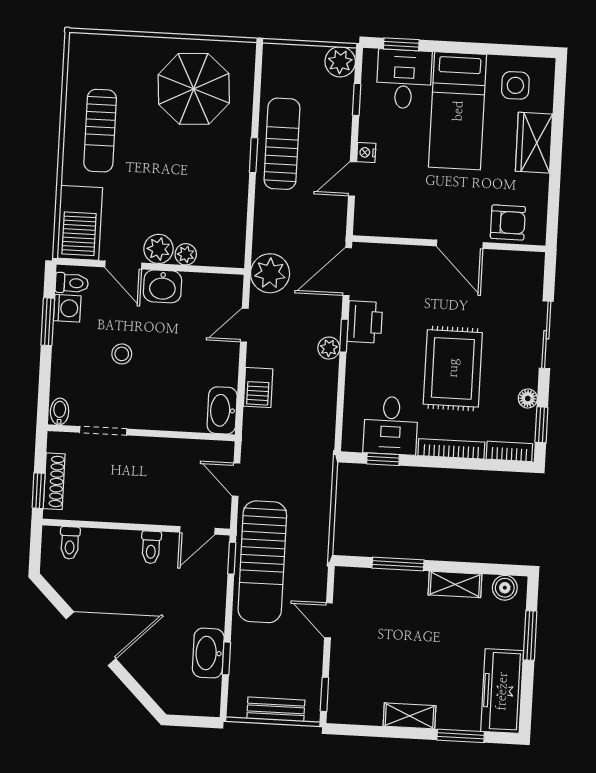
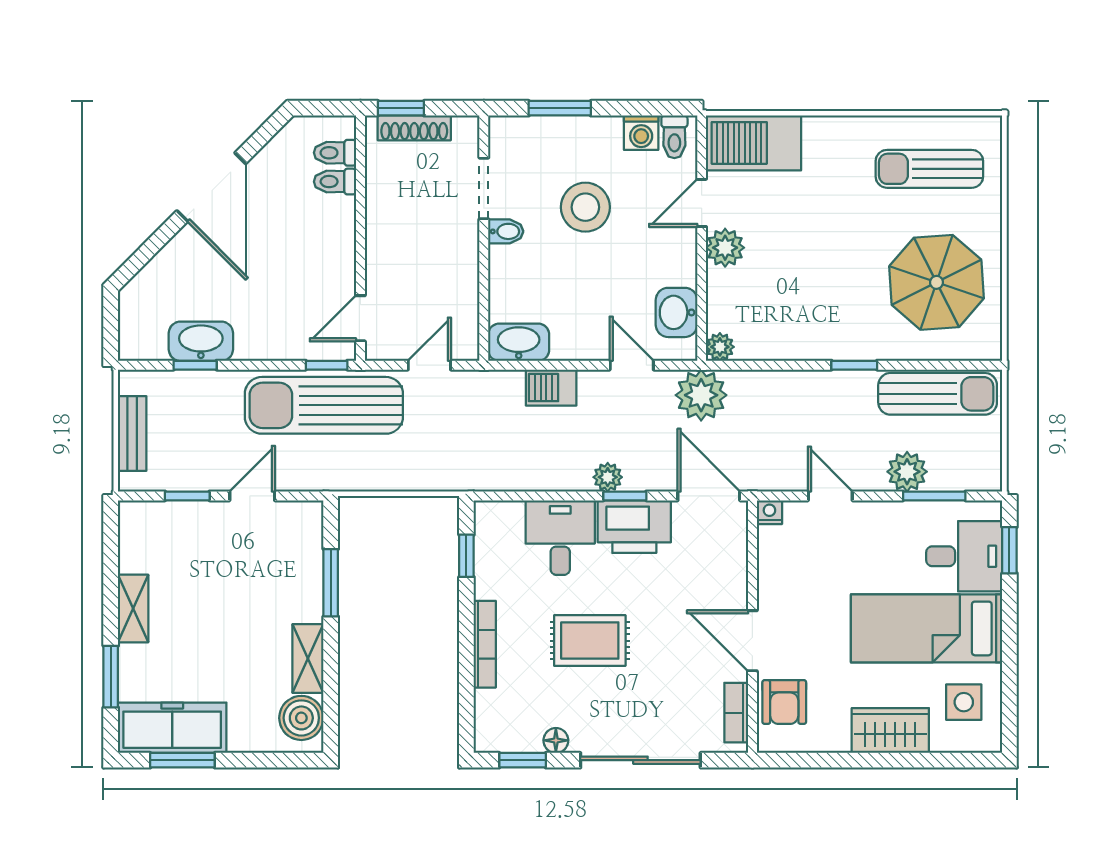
plant: (340, 62) -> (907, 472), moved
window: (357, 99) -> (934, 496), width x1.50
sun lounger: (100, 131) -> (929, 169), moved
sun lounger: (282, 144) -> (938, 394), moved
nightstand: (366, 152) -> (769, 512), moved
door: (460, 244) -> (752, 641), hinge flipped
plant: (186, 254) -> (720, 347), moved
washbasin: (163, 286) -> (676, 312), moved
window: (48, 322) -> (560, 108), moved
printer: (365, 322) -> (634, 527), width x1.37, depth x1.19
sliding door: (546, 335) -> (640, 760), width x1.37
stool: (122, 354) -> (585, 207), width x1.89, depth x1.89
rug: (453, 368) -> (590, 641), width x0.73, depth x0.70
bidet: (60, 412) -> (506, 231), moved
desk: (391, 425) -> (560, 538), moved, turned 90
bookcase: (509, 451) -> (736, 713), moved, turned 180
door: (197, 530) -> (360, 318), hinge flipped
toilet: (151, 547) -> (335, 182), moved
boiler: (505, 588) -> (301, 718), width x1.36, depth x1.36
window: (530, 635) -> (182, 760), moved
window: (324, 694) -> (187, 496), moved

